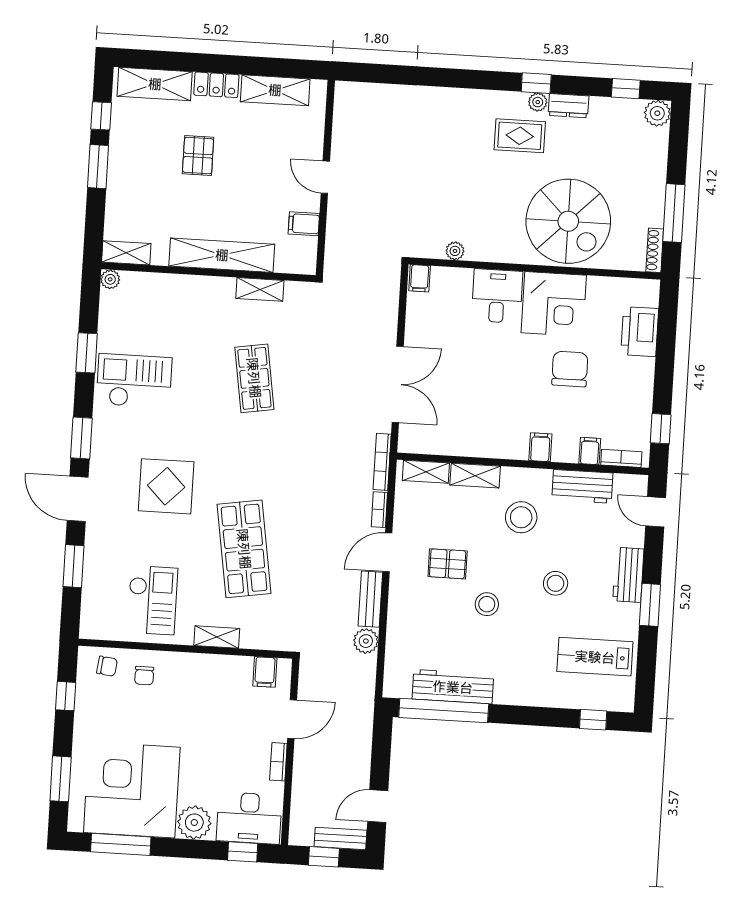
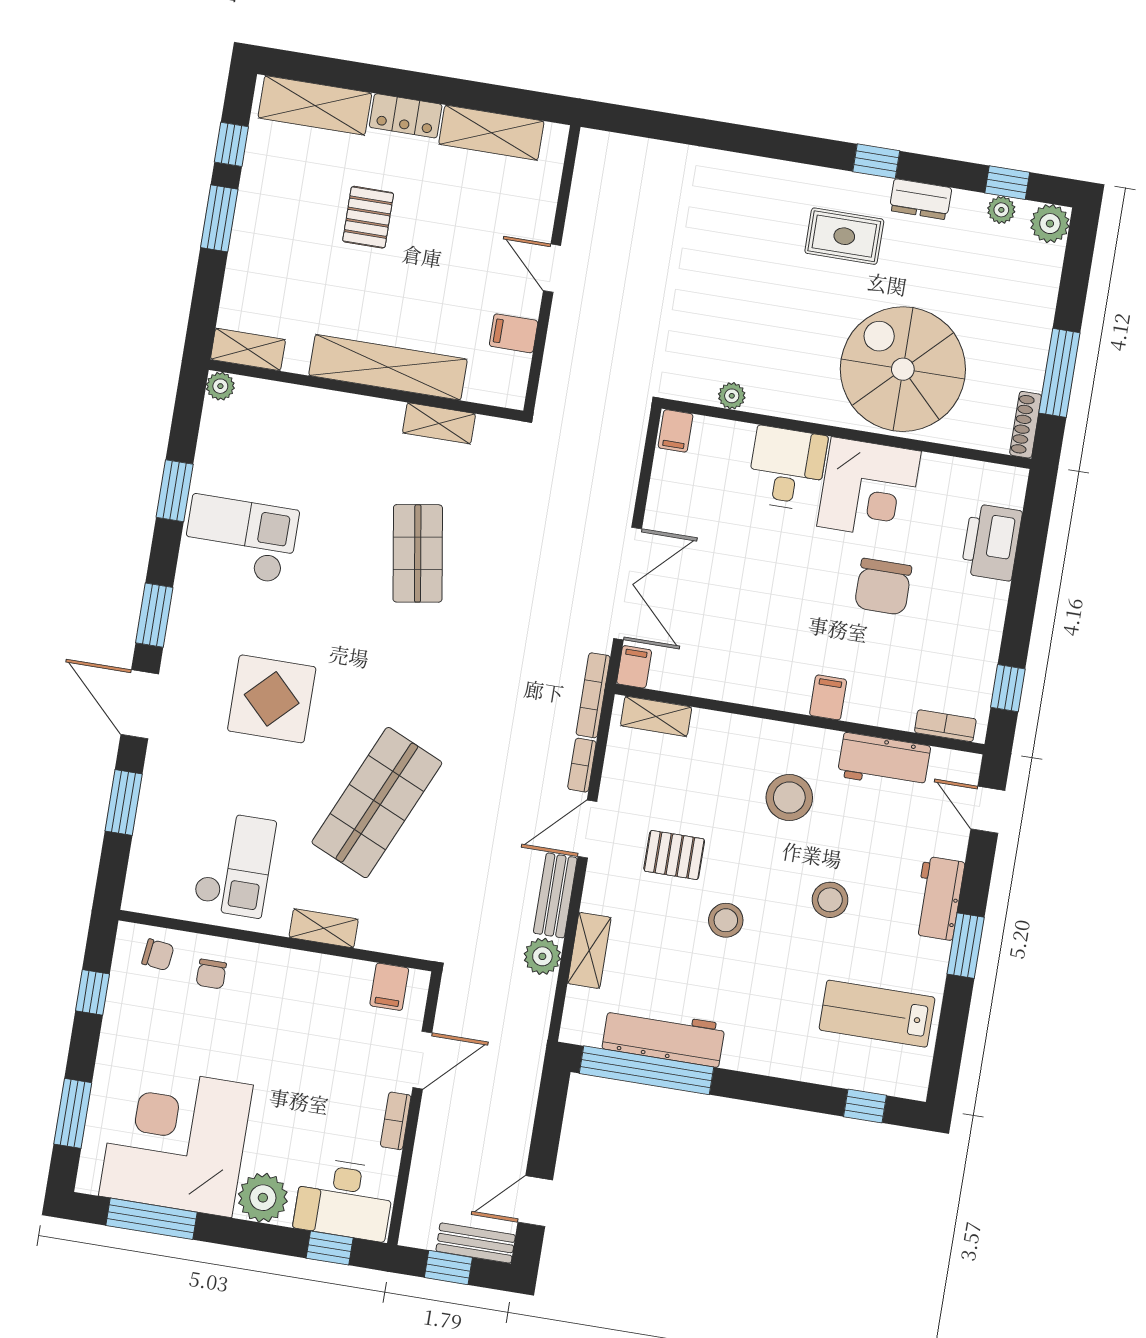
plant: (538, 102) -> (1001, 210), moved
spiral stairs: (568, 221) -> (903, 369), turned 180
chair: (570, 369) -> (883, 587), turned 180
filing cabinet: (590, 451) -> (634, 667), moved
shelving: (475, 476) -> (589, 950), moved, turned 90
shop shelf: (244, 549) -> (377, 803), turned 33

